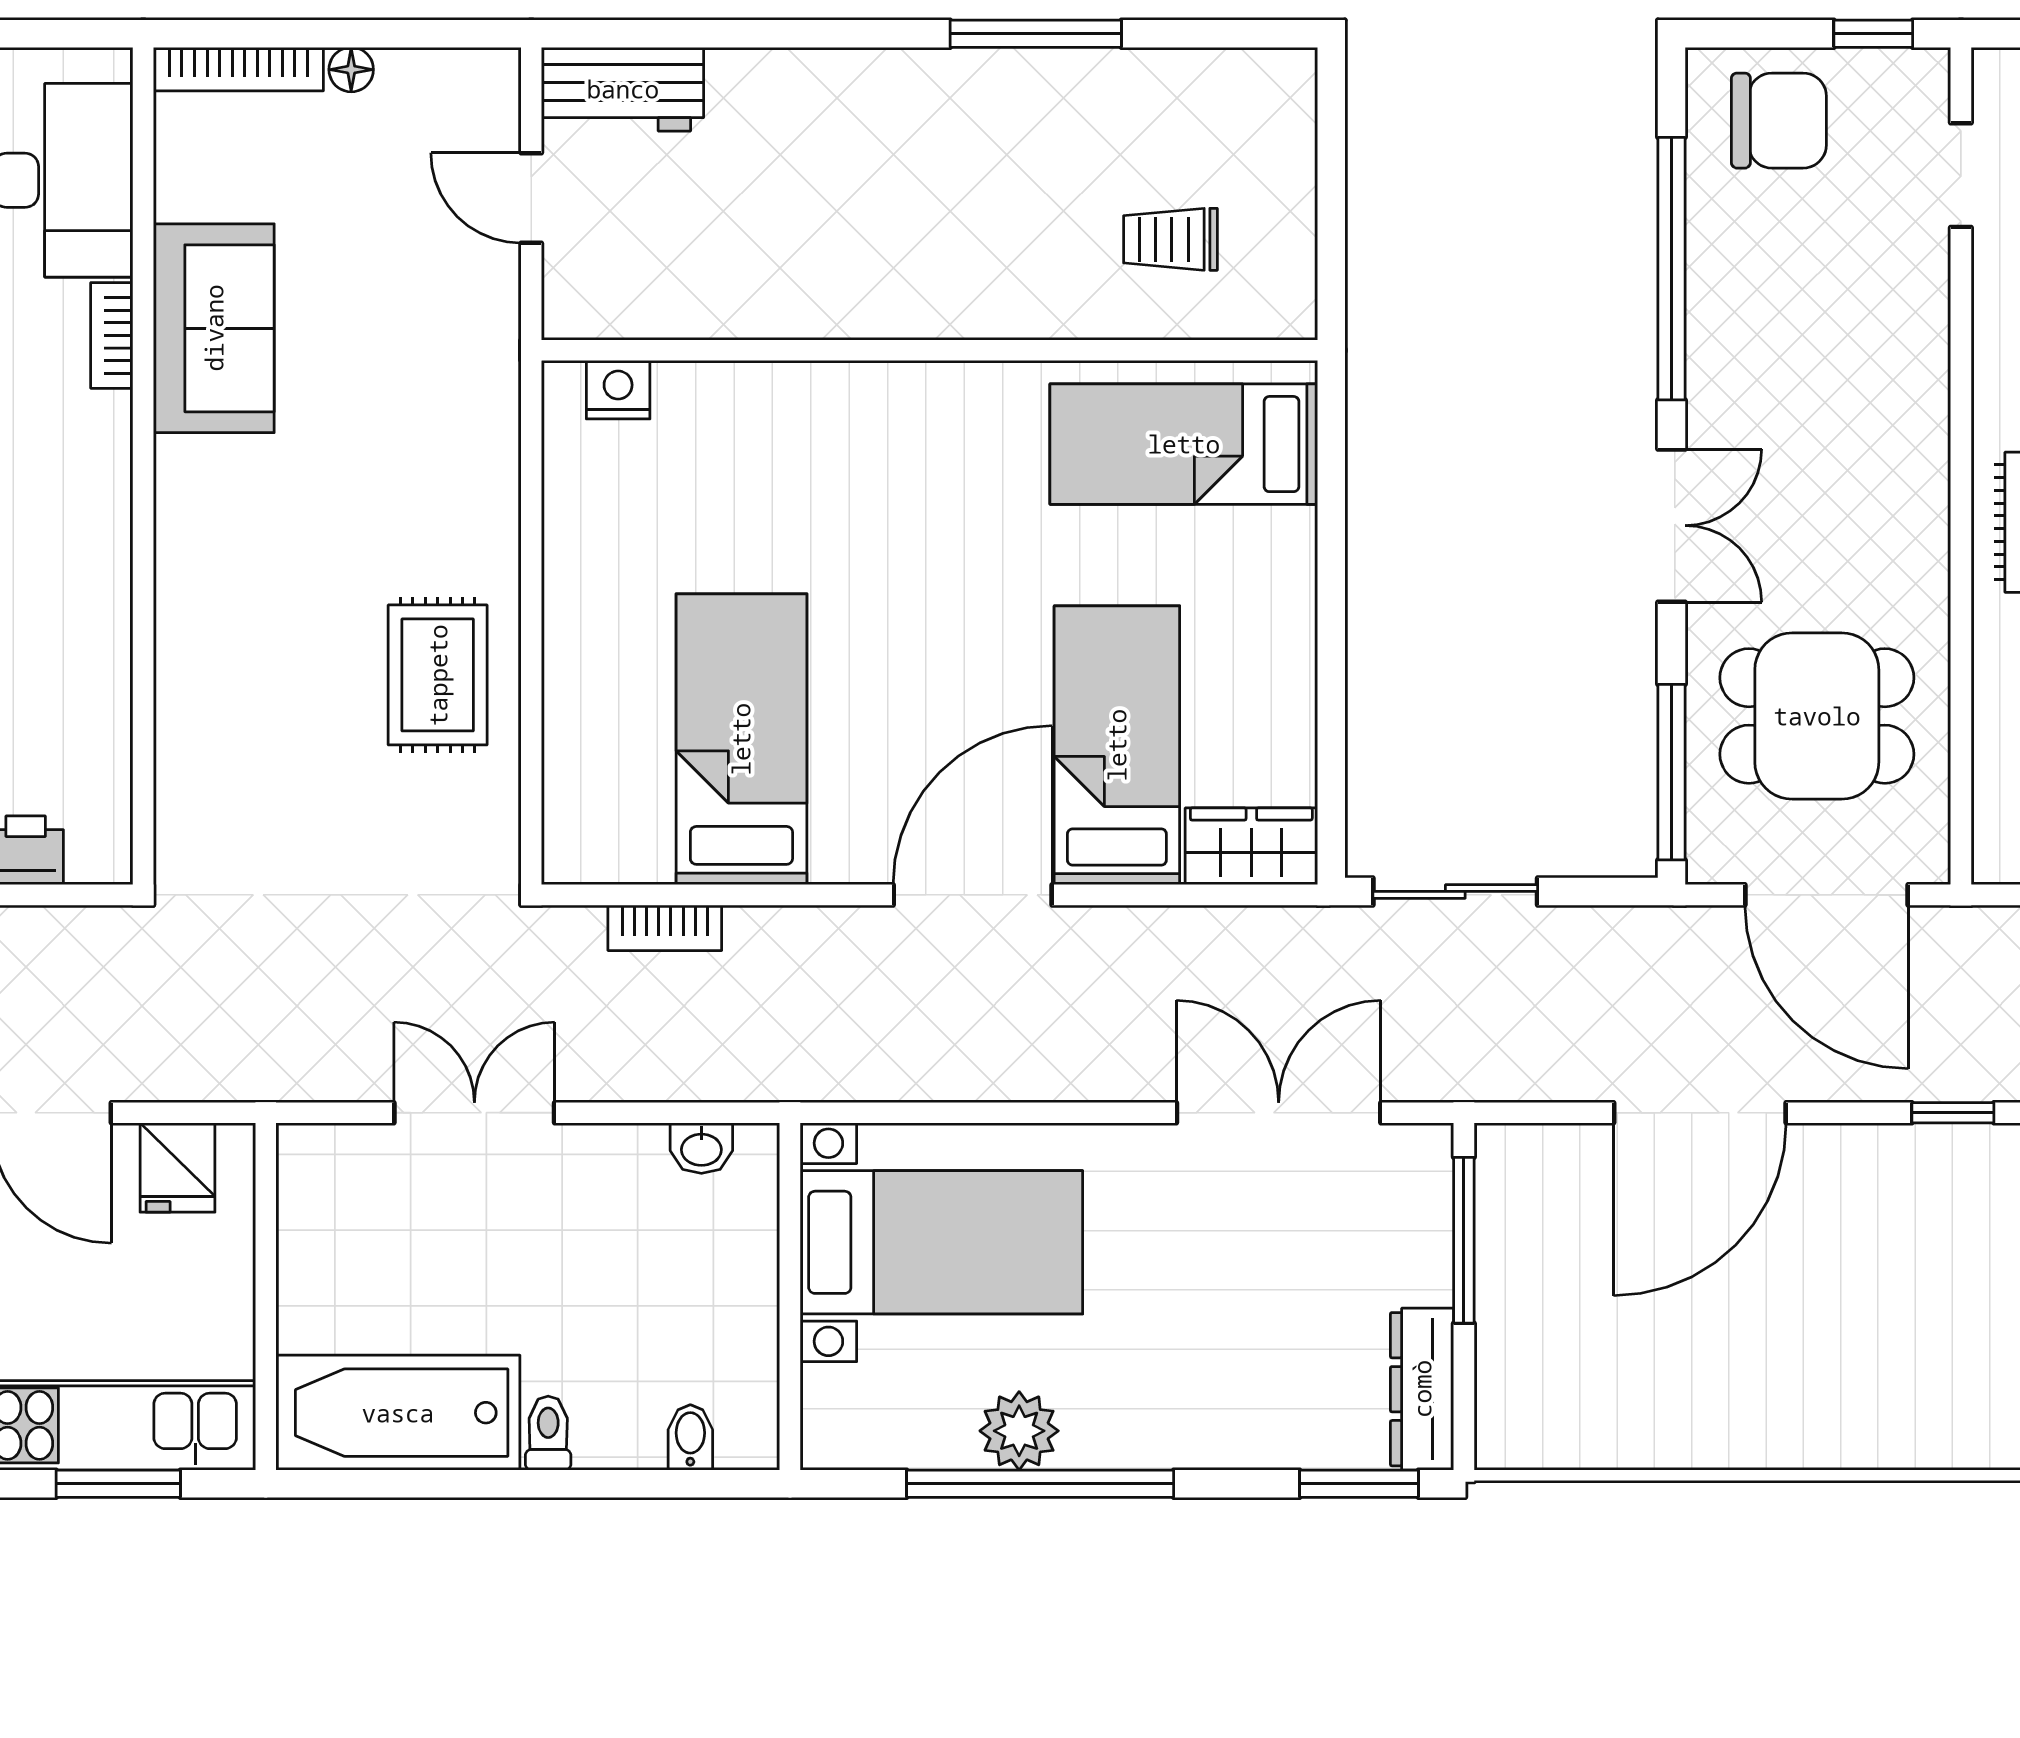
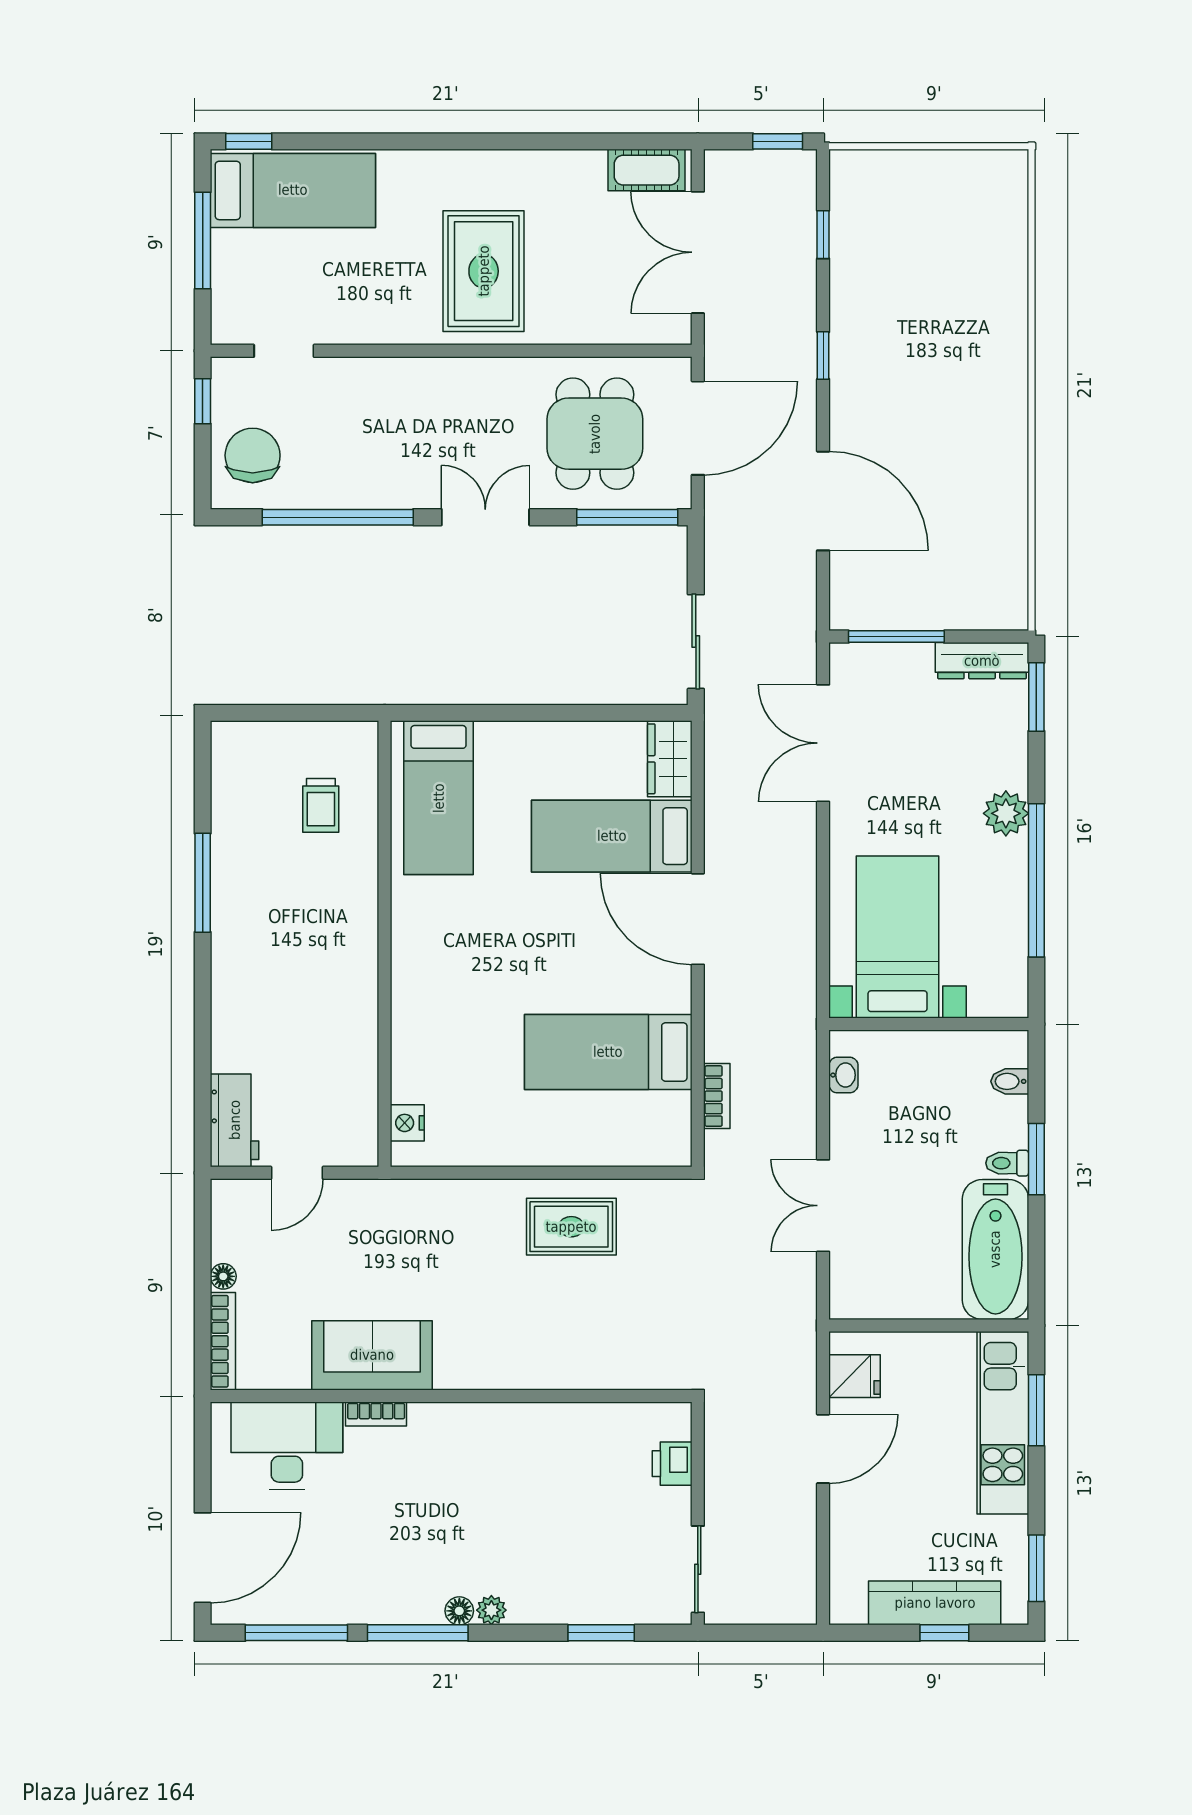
plant: (1019, 1431) -> (1006, 813), moved
window: (555, 1484) -> (1036, 1159), added

